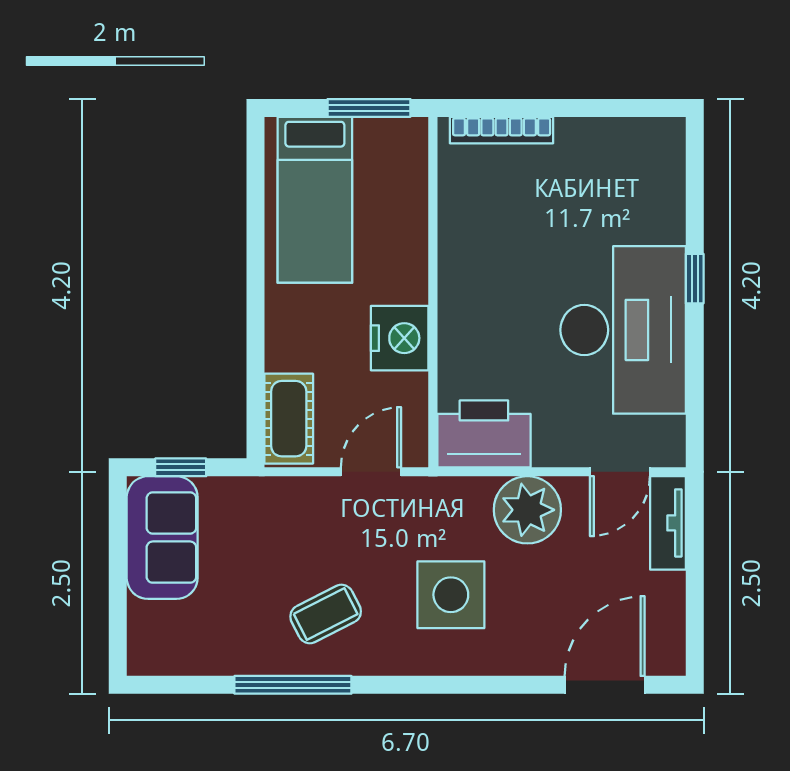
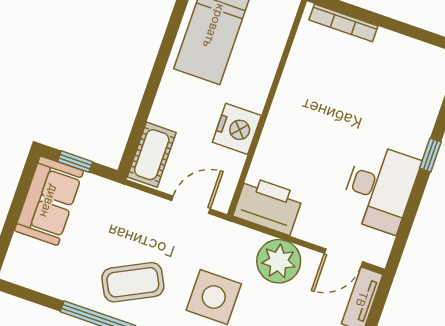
desk: (623, 330) -> (380, 188), width x0.73, depth x0.77
coffee table: (326, 614) -> (133, 282), width x1.36, depth x1.30

